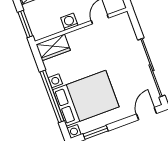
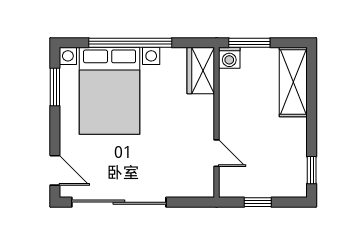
washing machine: (69, 22) -> (229, 58), moved, turned 90

